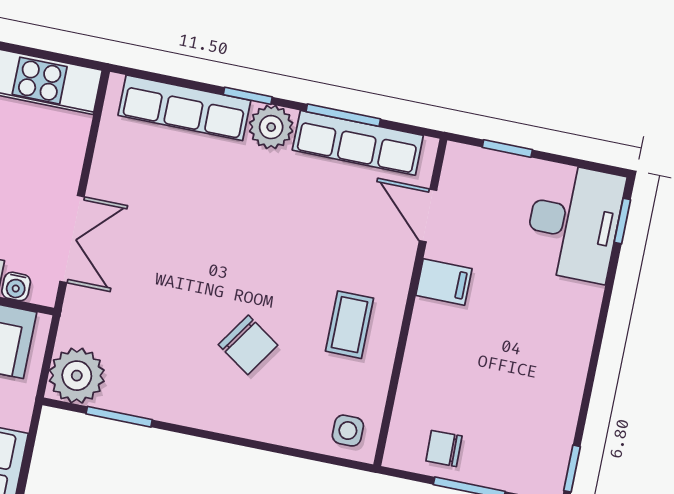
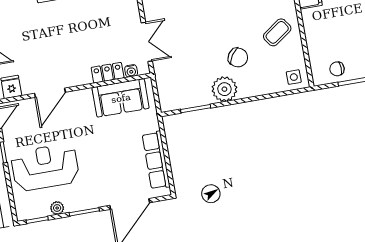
coffee table: (350, 325) -> (277, 32), turned 55
plant: (77, 376) -> (224, 89), moved

